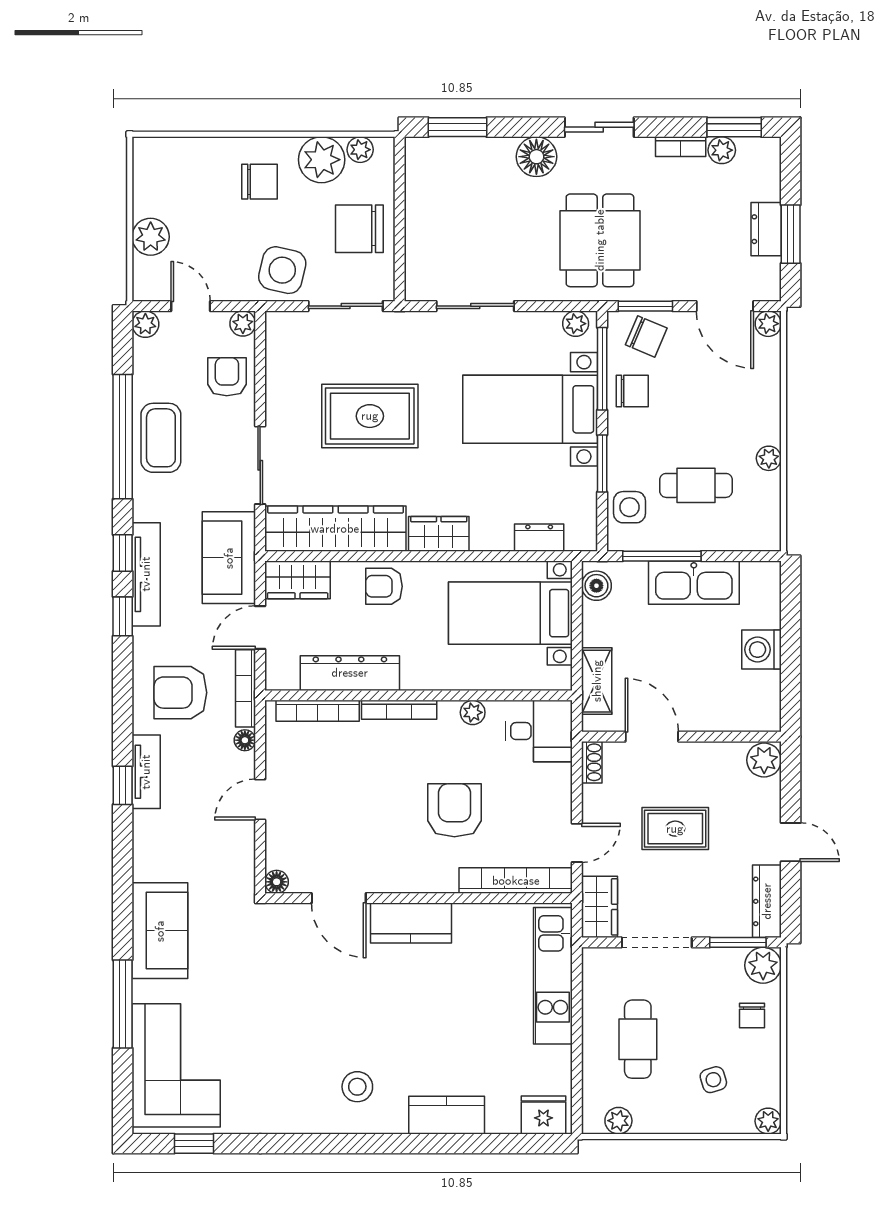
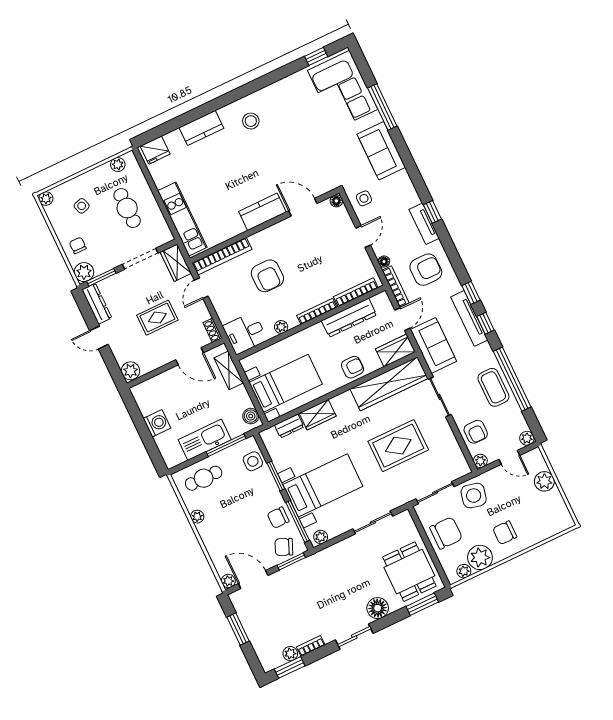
dresser: (766, 229) -> (251, 626), removed
dining table: (600, 240) -> (409, 572), moved
cafe table: (696, 485) -> (204, 478), moved
wardrobe: (439, 534) -> (318, 415), moved
side table: (228, 864) -> (364, 198), added

